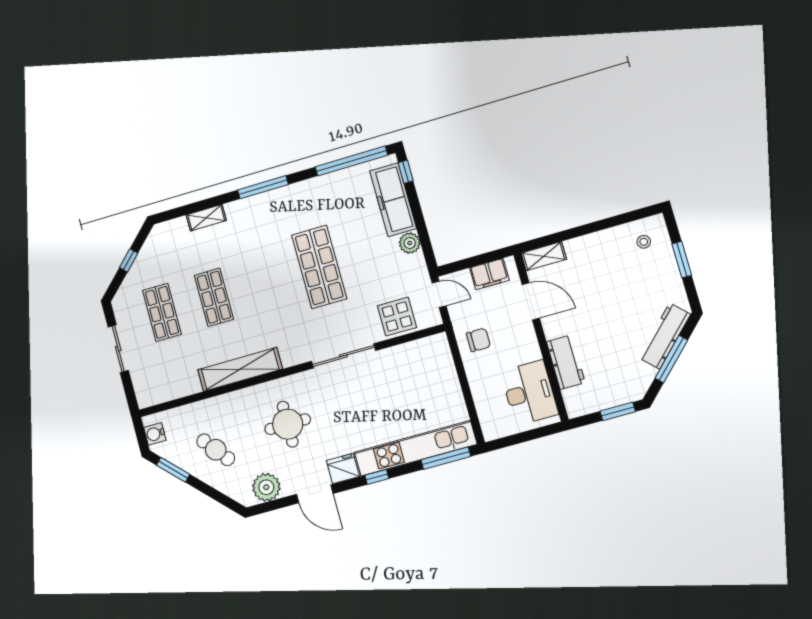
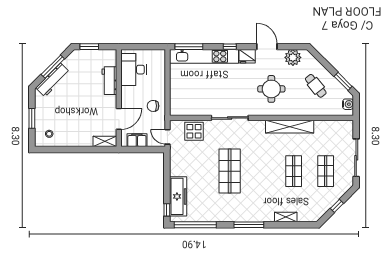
plant: (410, 243) -> (176, 170), removed
door: (531, 301) -> (119, 119), swing flipped
sliding door: (118, 349) -> (356, 158), width x1.37

